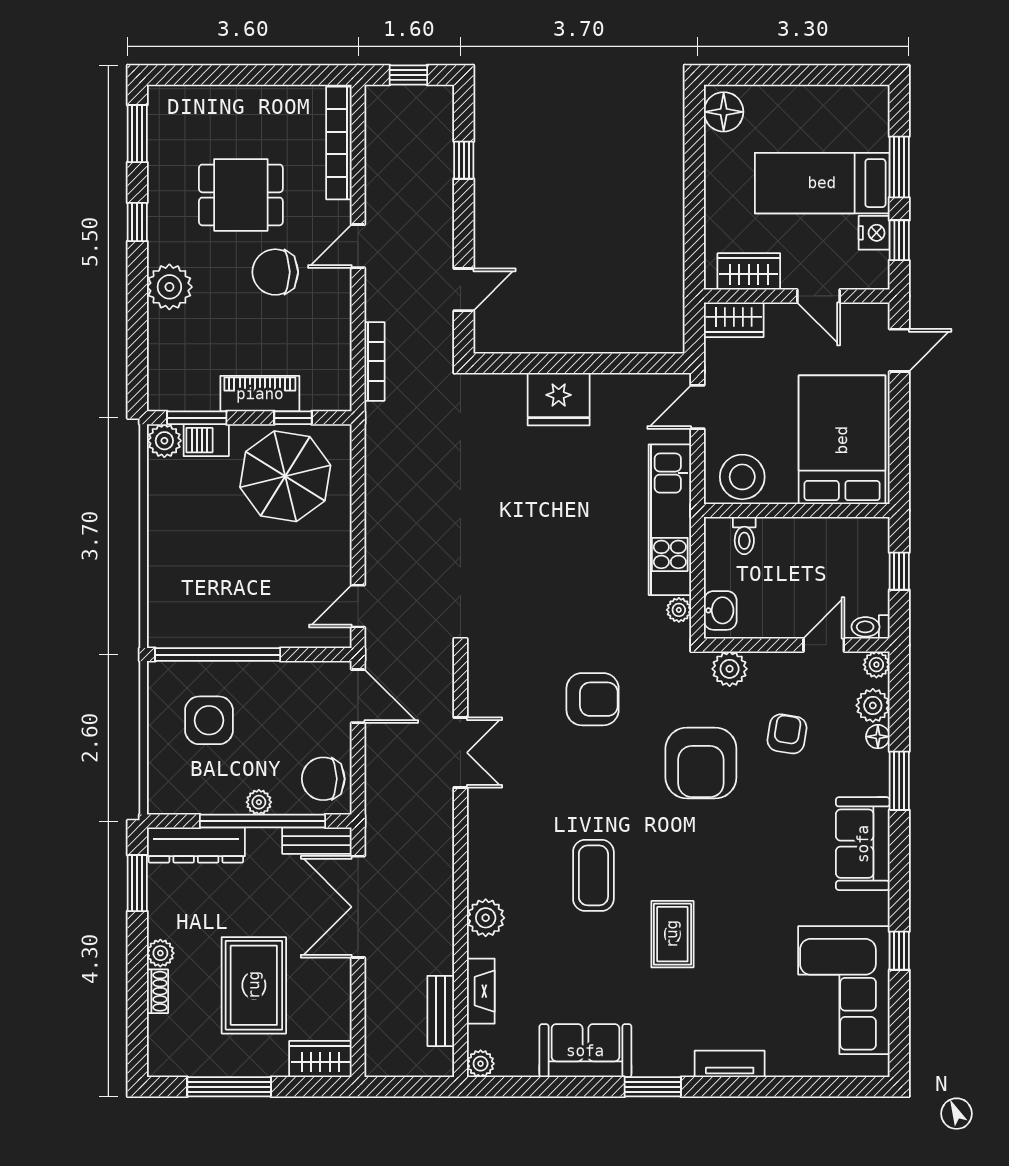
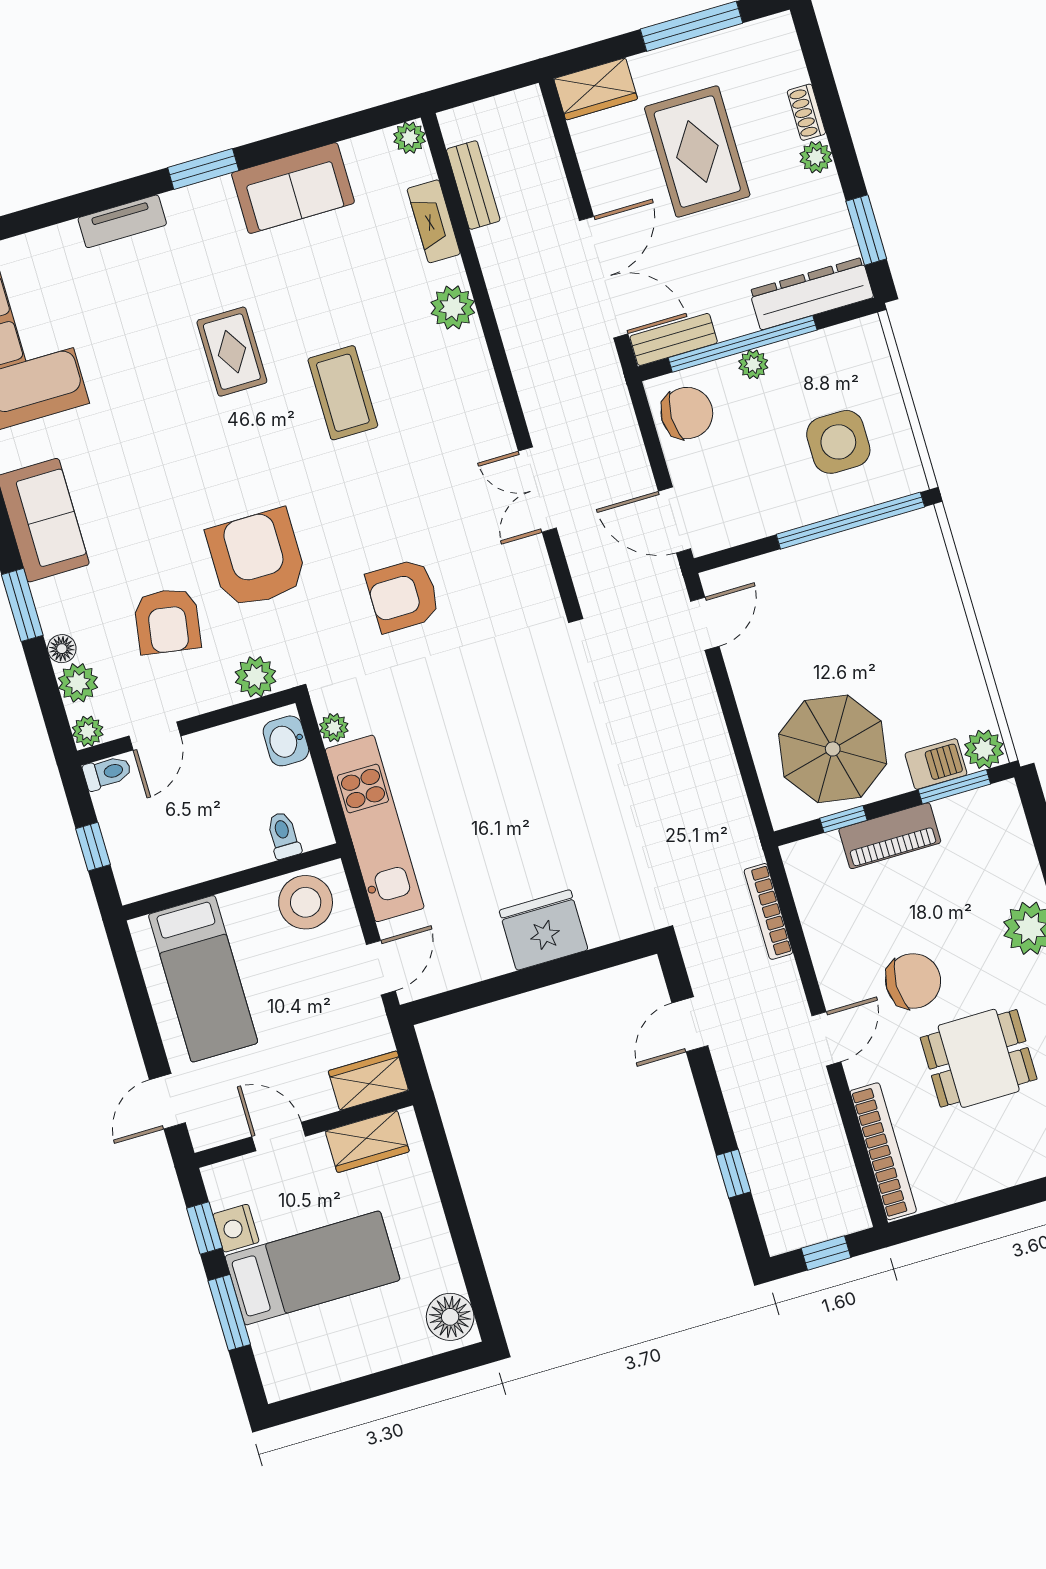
bed: (842, 440) -> (203, 979), width x0.67
armchair: (787, 734) -> (167, 621), width x1.38, depth x1.38

